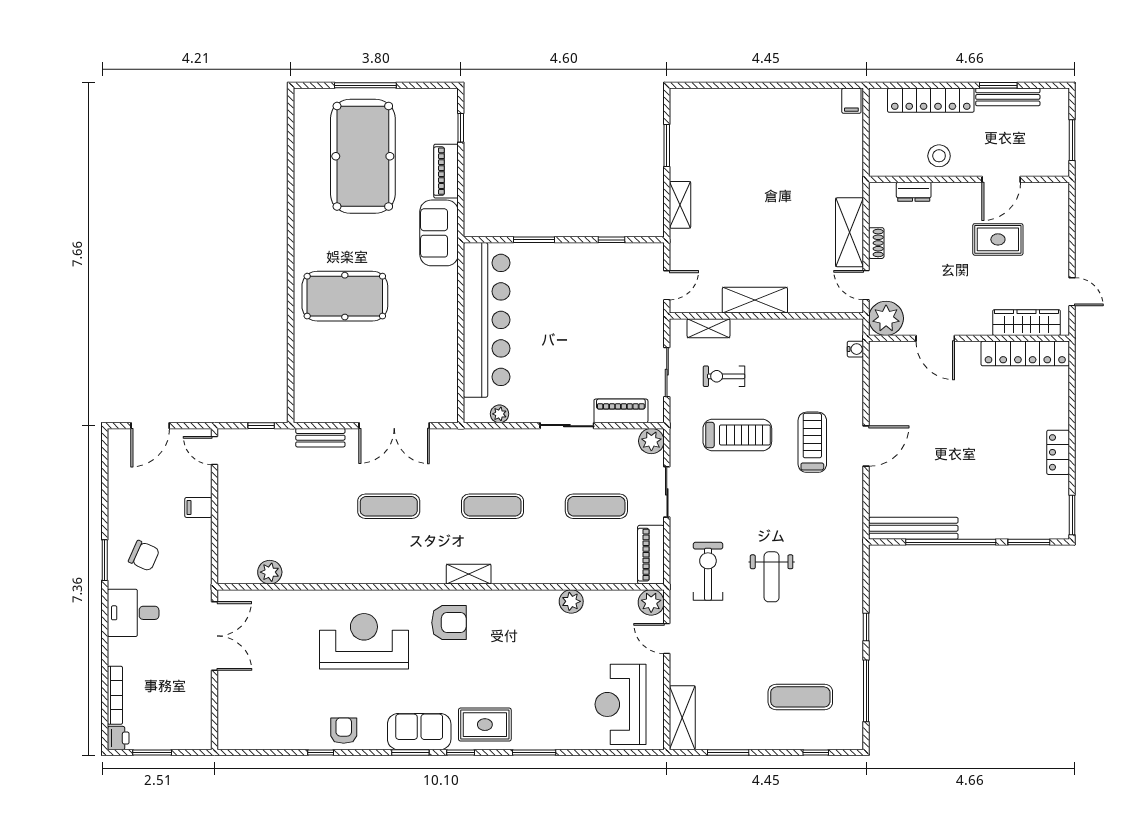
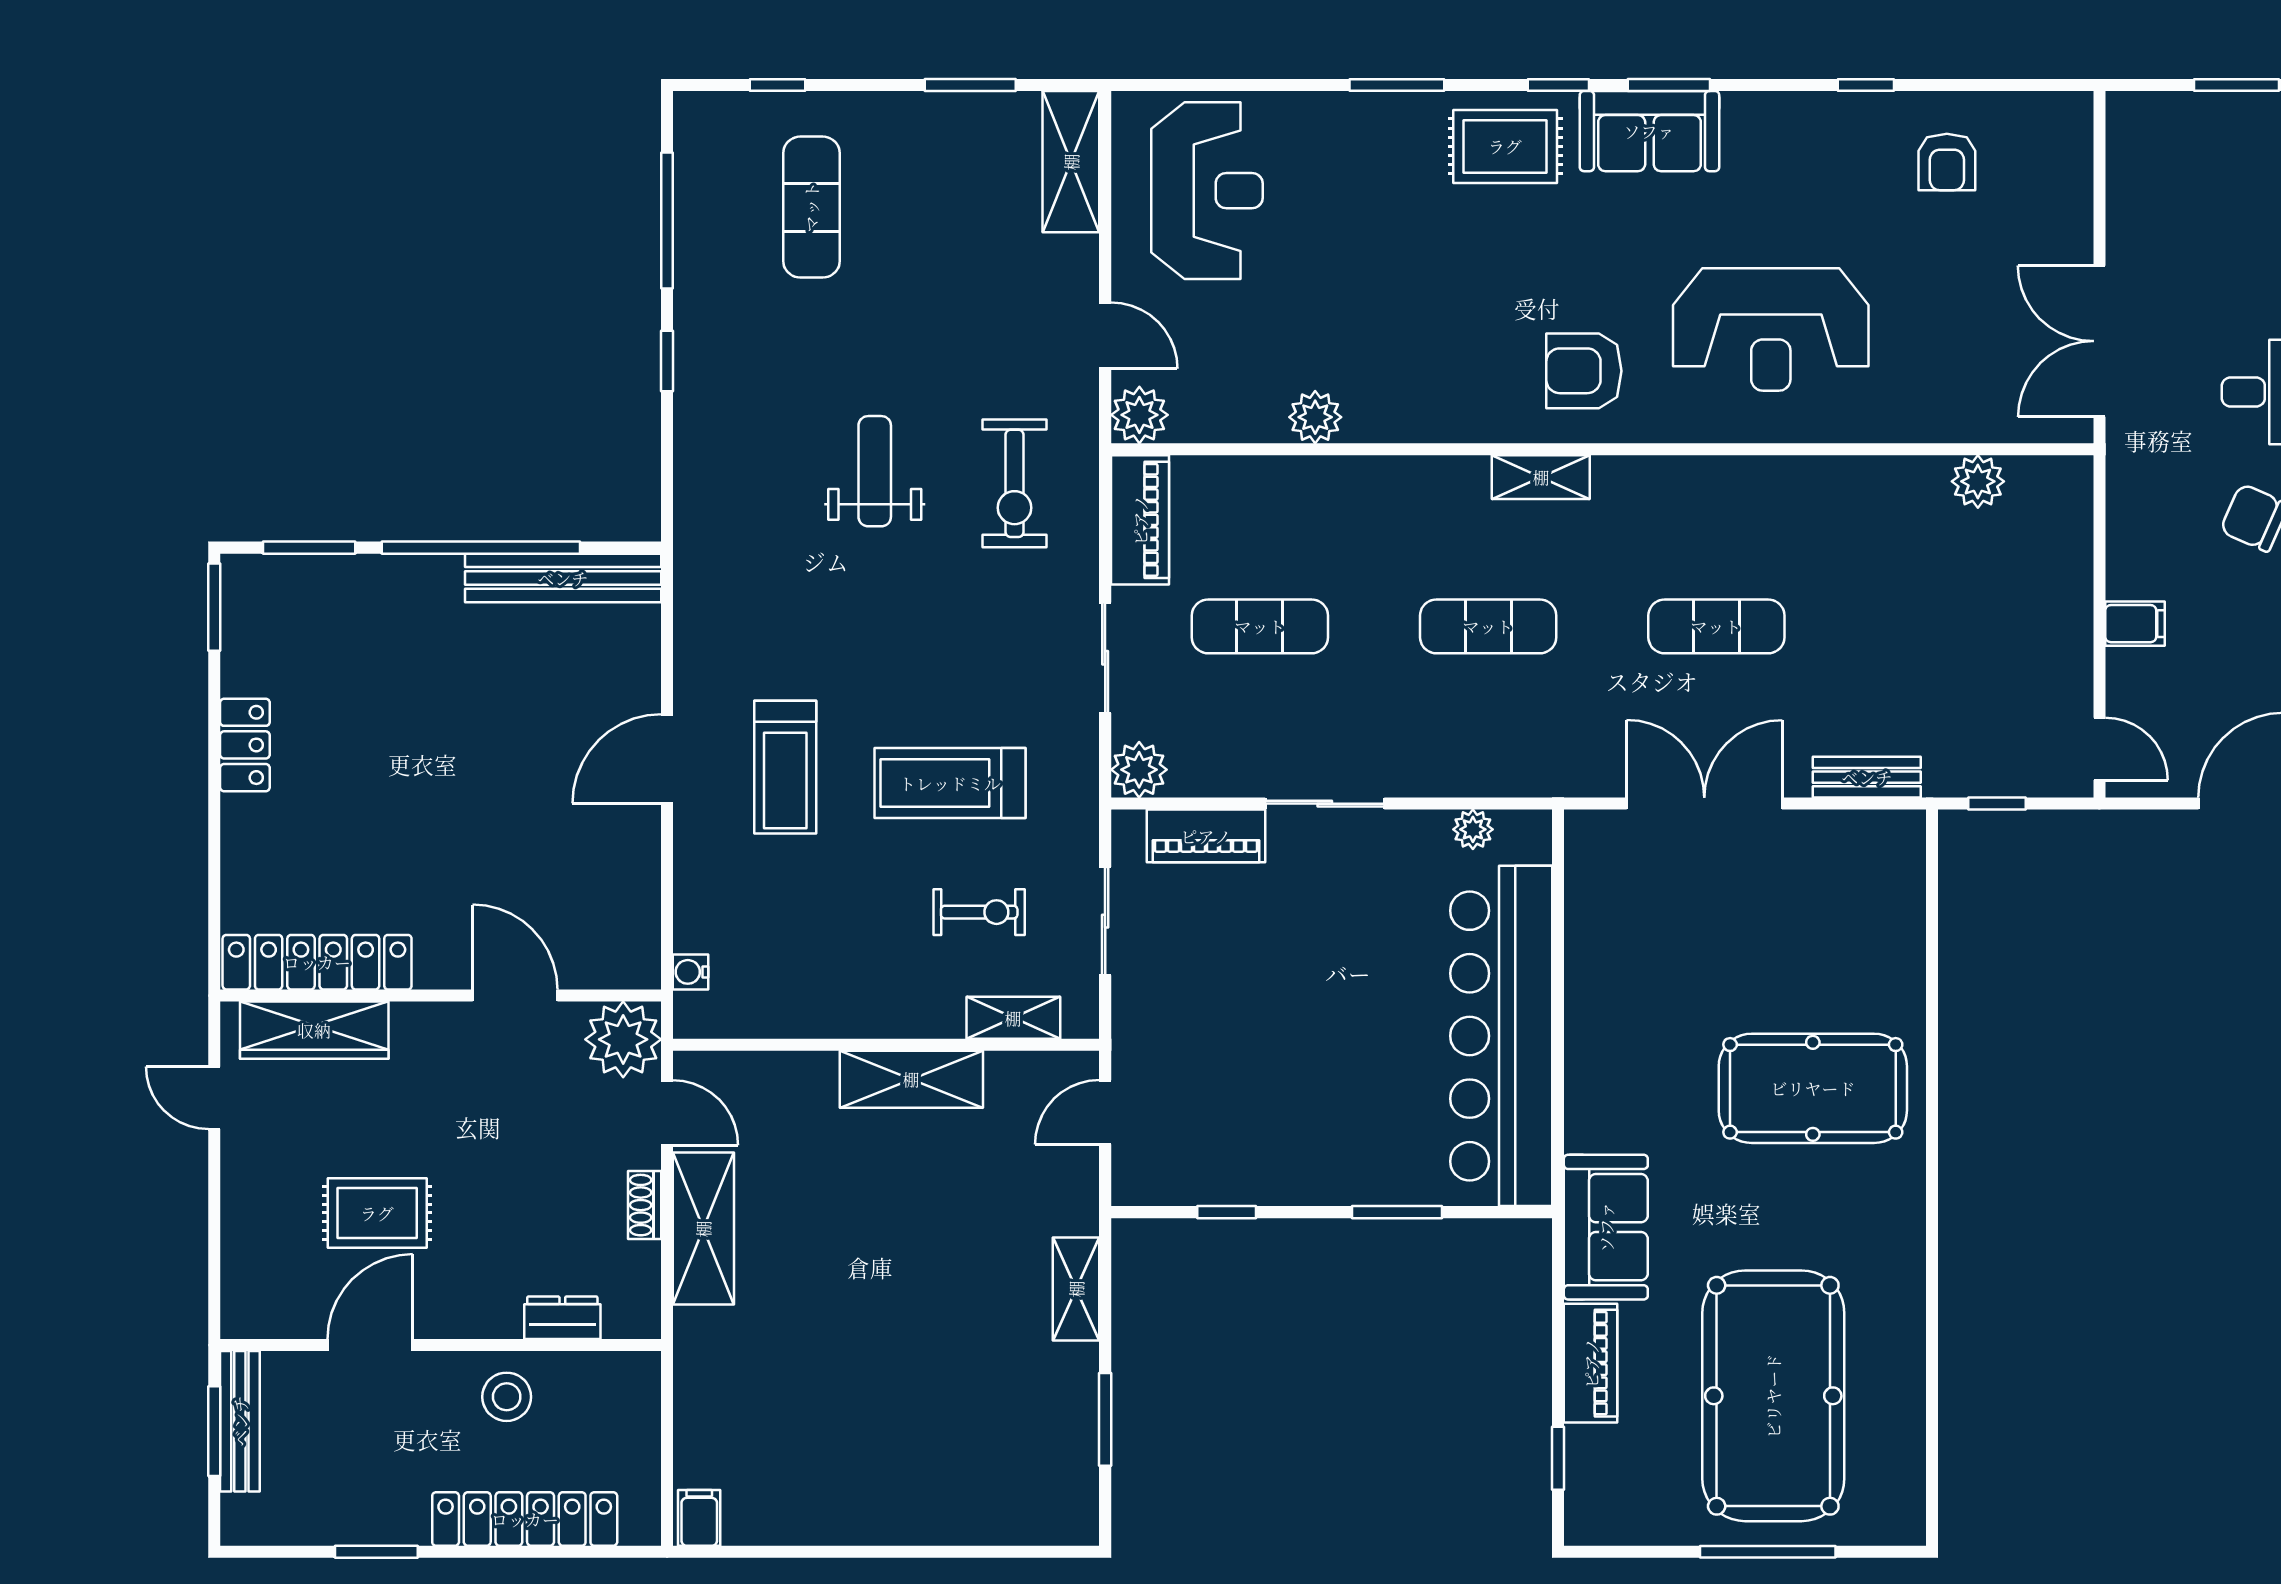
bench: (1008, 97) -> (240, 1421), moved, turned 90
exercise mat: (800, 697) -> (811, 207), turned 90
armchair: (344, 731) -> (1947, 162), moved

